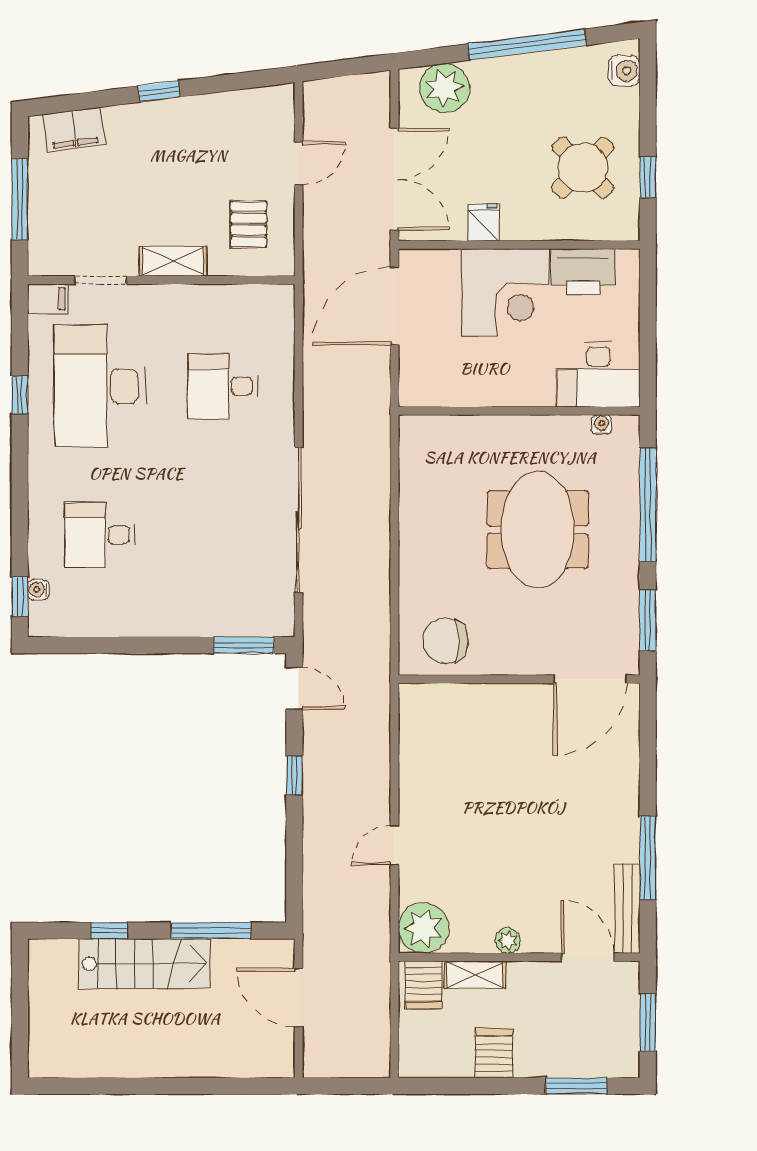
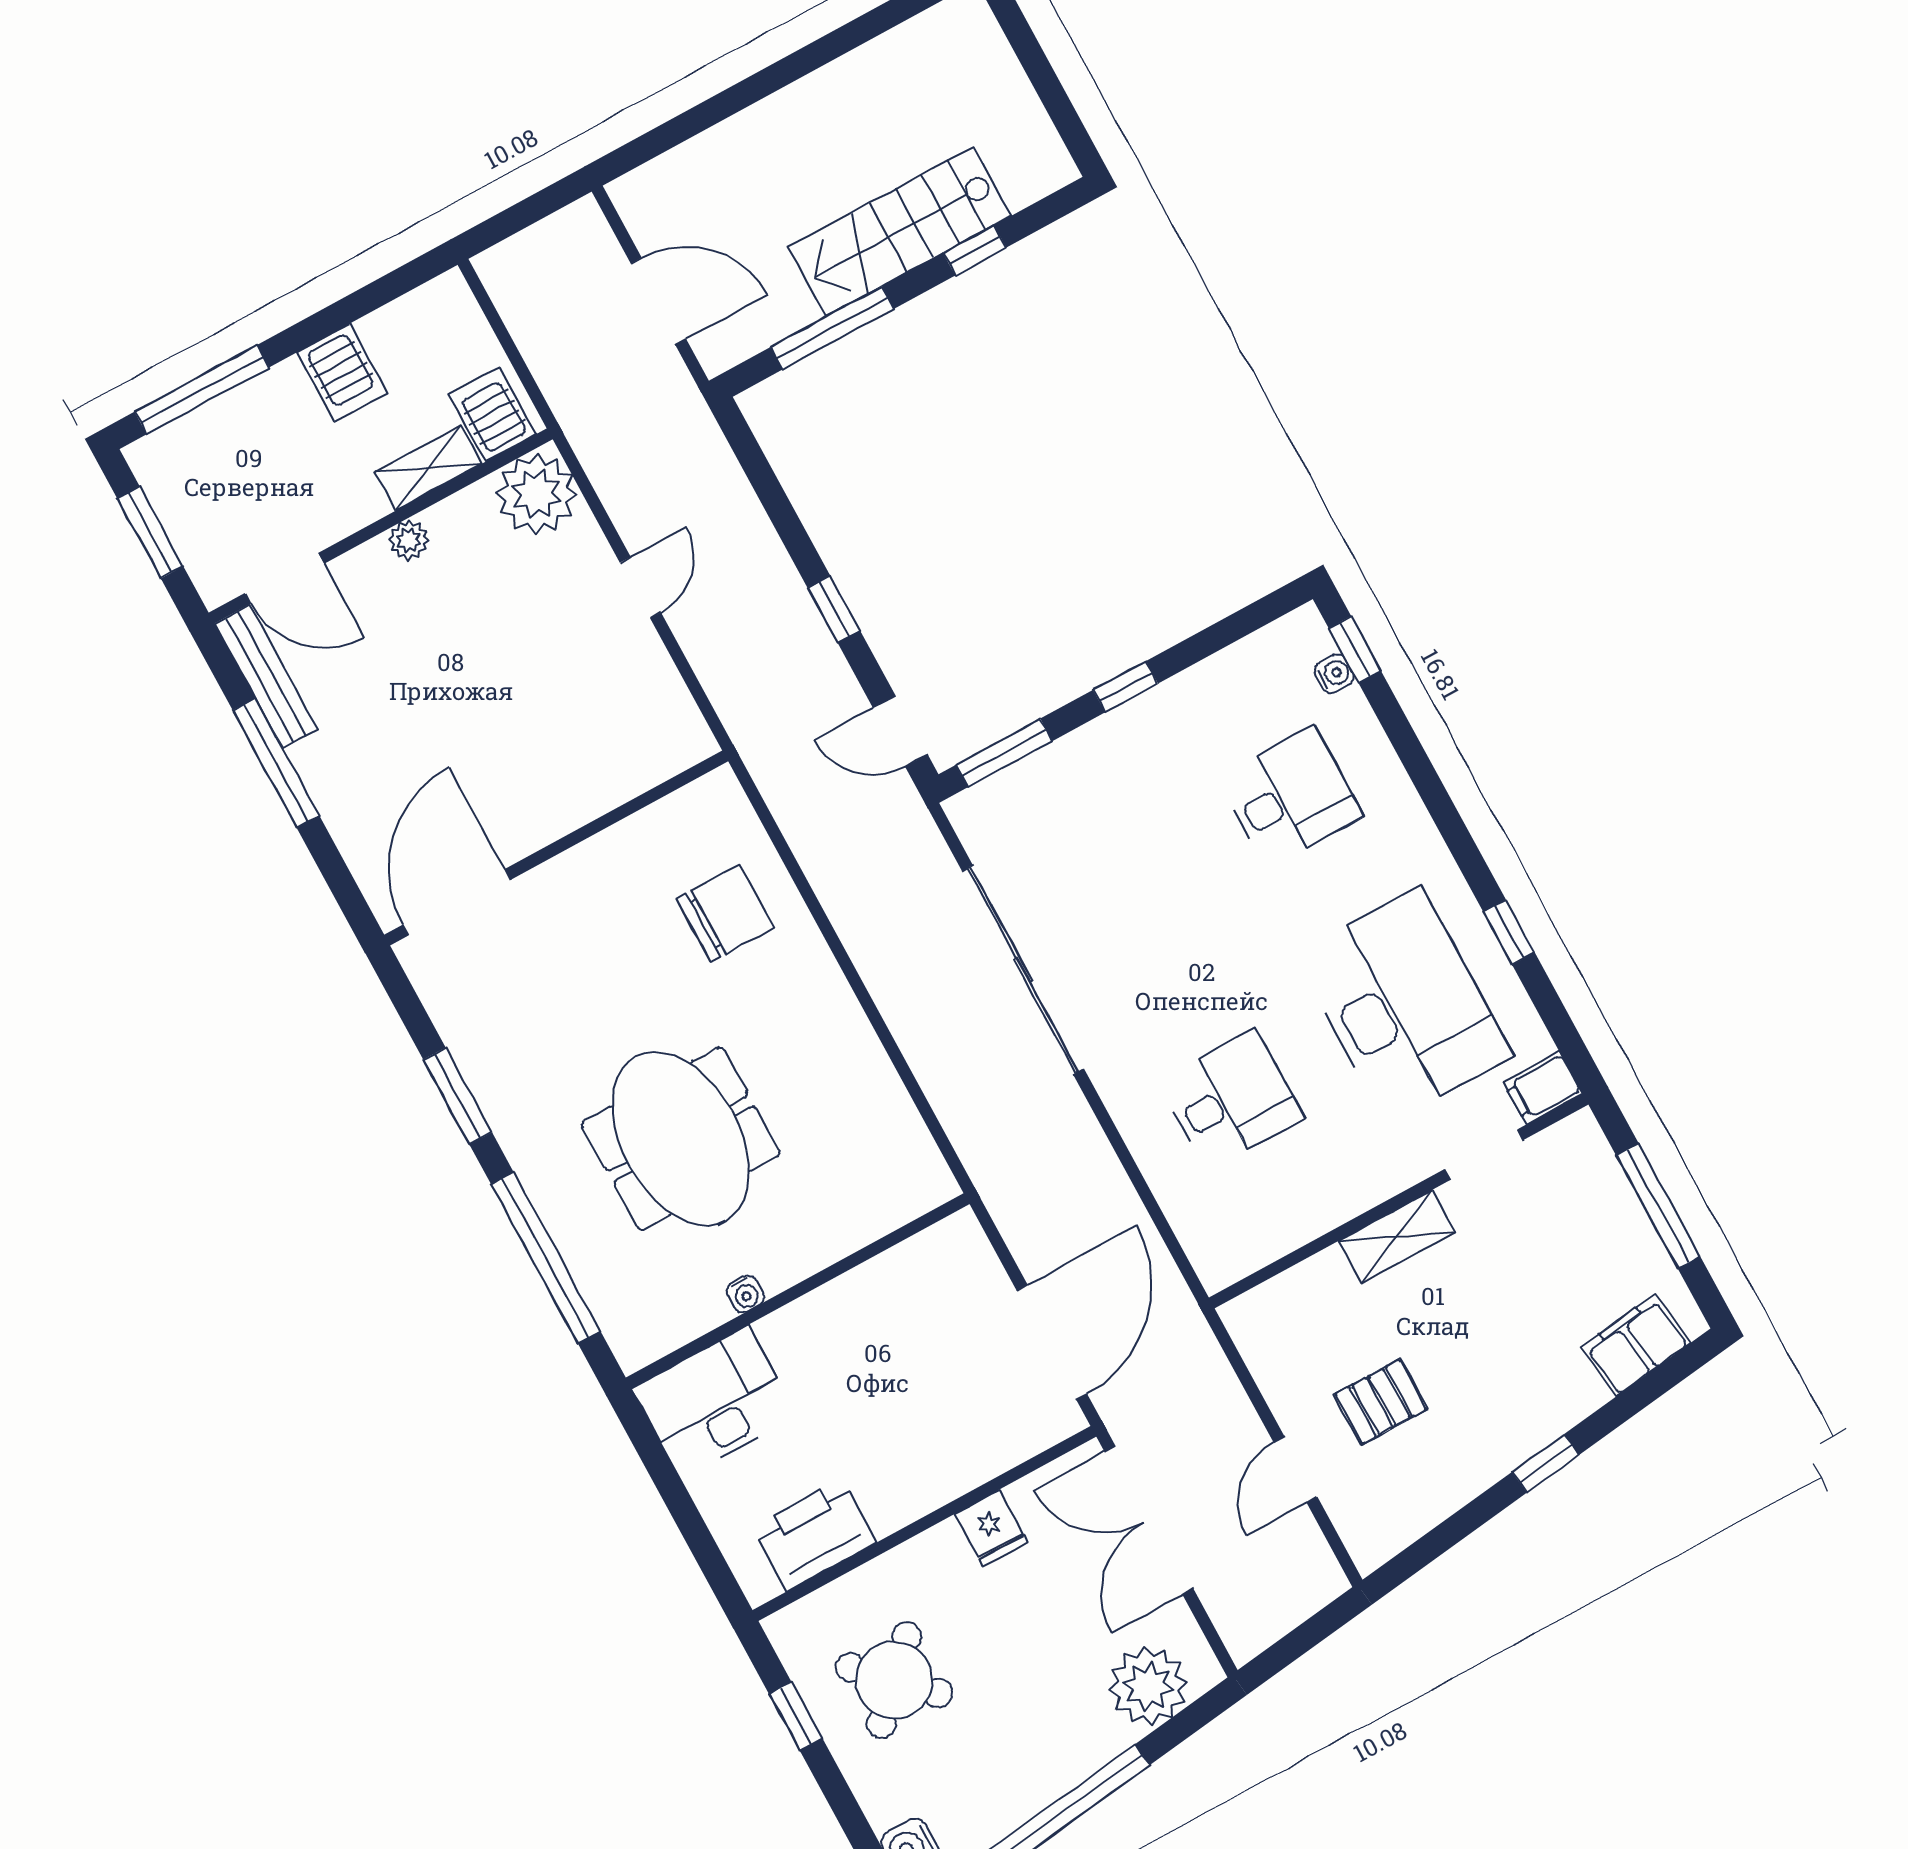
pallet: (249, 224) -> (1381, 1402), moved, turned 90
corner desk: (505, 292) -> (908, 1446), removed
water cooler: (601, 425) -> (745, 1294), moved
window: (157, 645) -> (1126, 687), added
wall: (519, 679) -> (556, 848), moved
door: (590, 679) -> (457, 902), moved
window: (576, 1086) -> (202, 390), width x1.44

